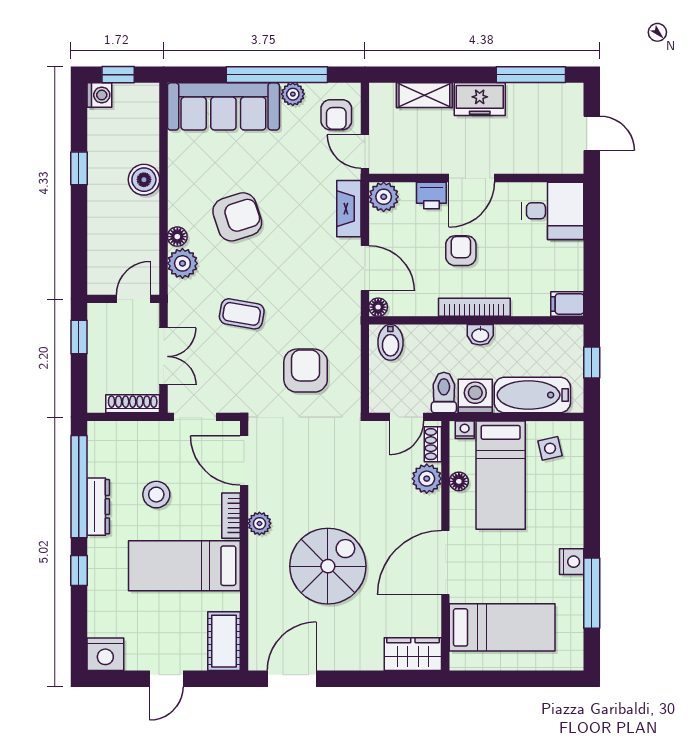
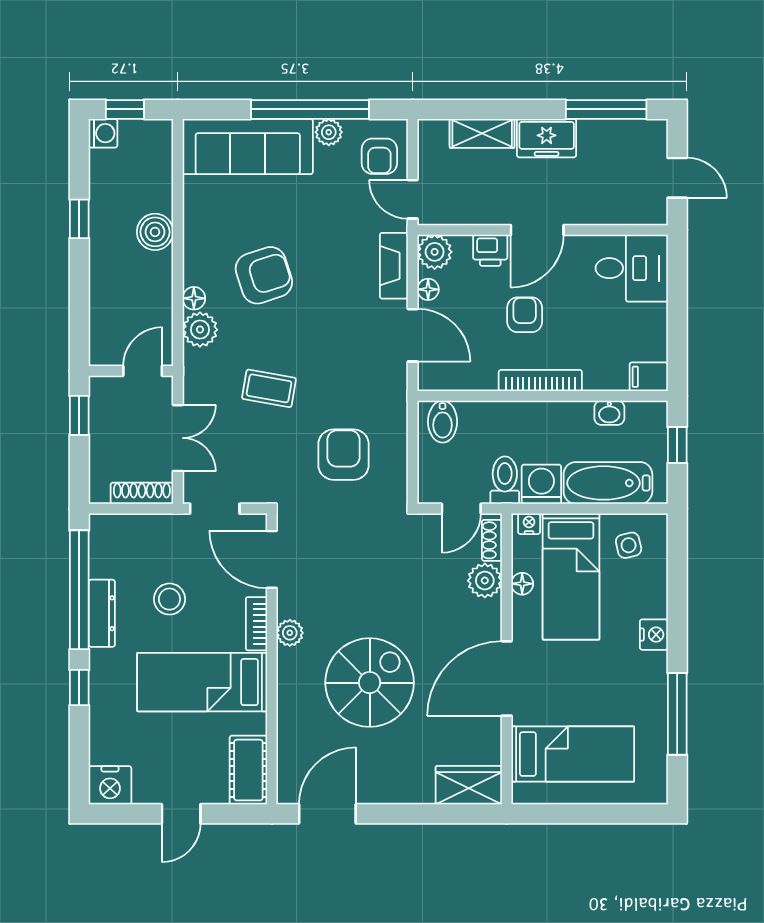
floor lamp: (378, 307) -> (428, 289), moved
washbasin: (480, 335) -> (609, 413), moved
nightstand: (572, 562) -> (654, 635), moved

